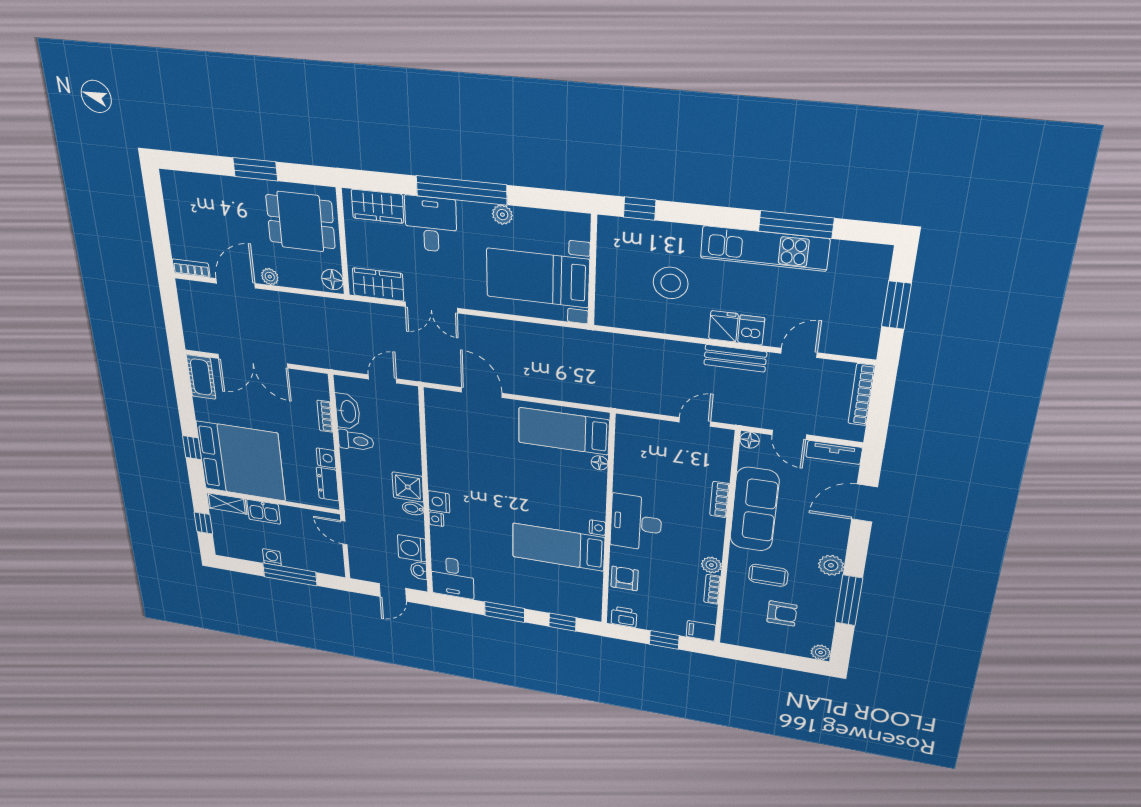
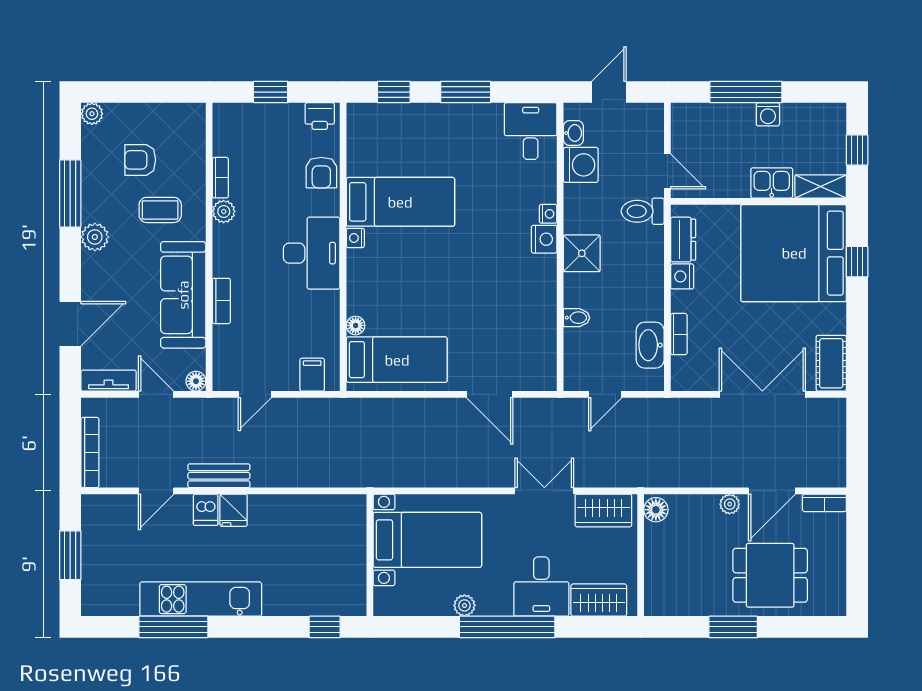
dining table: (300, 222) -> (770, 575), moved
stool: (671, 283) -> (290, 551), removed
toilet: (356, 441) -> (643, 211), moved
bidet: (413, 508) -> (577, 318), moved
filing cabinet: (701, 631) -> (312, 375), moved, turned -90

